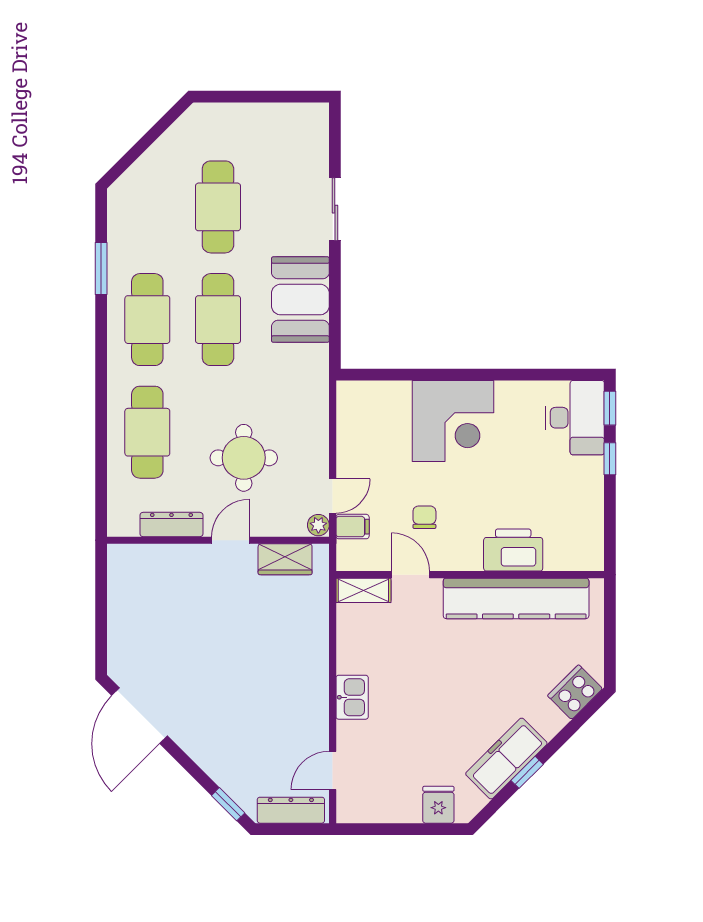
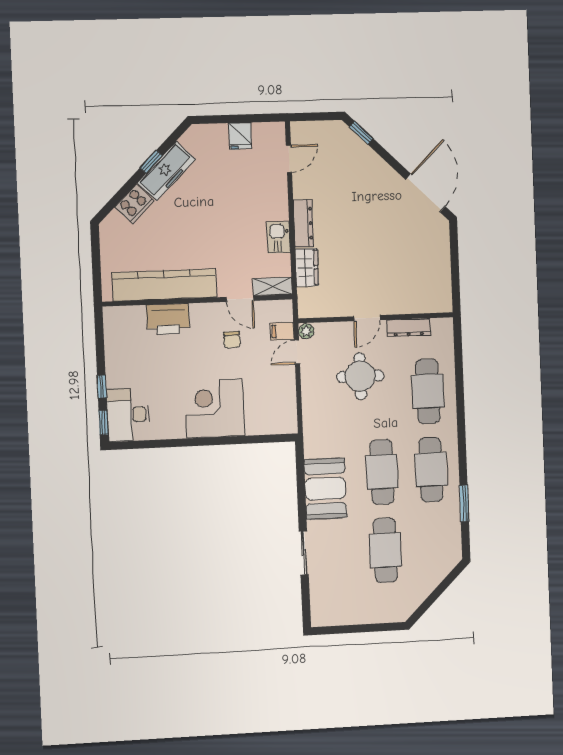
wardrobe: (285, 559) -> (307, 267), moved, turned 90
cooker: (575, 692) -> (134, 204), moved
kitchen sink: (352, 697) -> (279, 237), moved
fridge: (438, 805) -> (240, 136), moved
dresser: (291, 810) -> (303, 223), moved, turned -90

